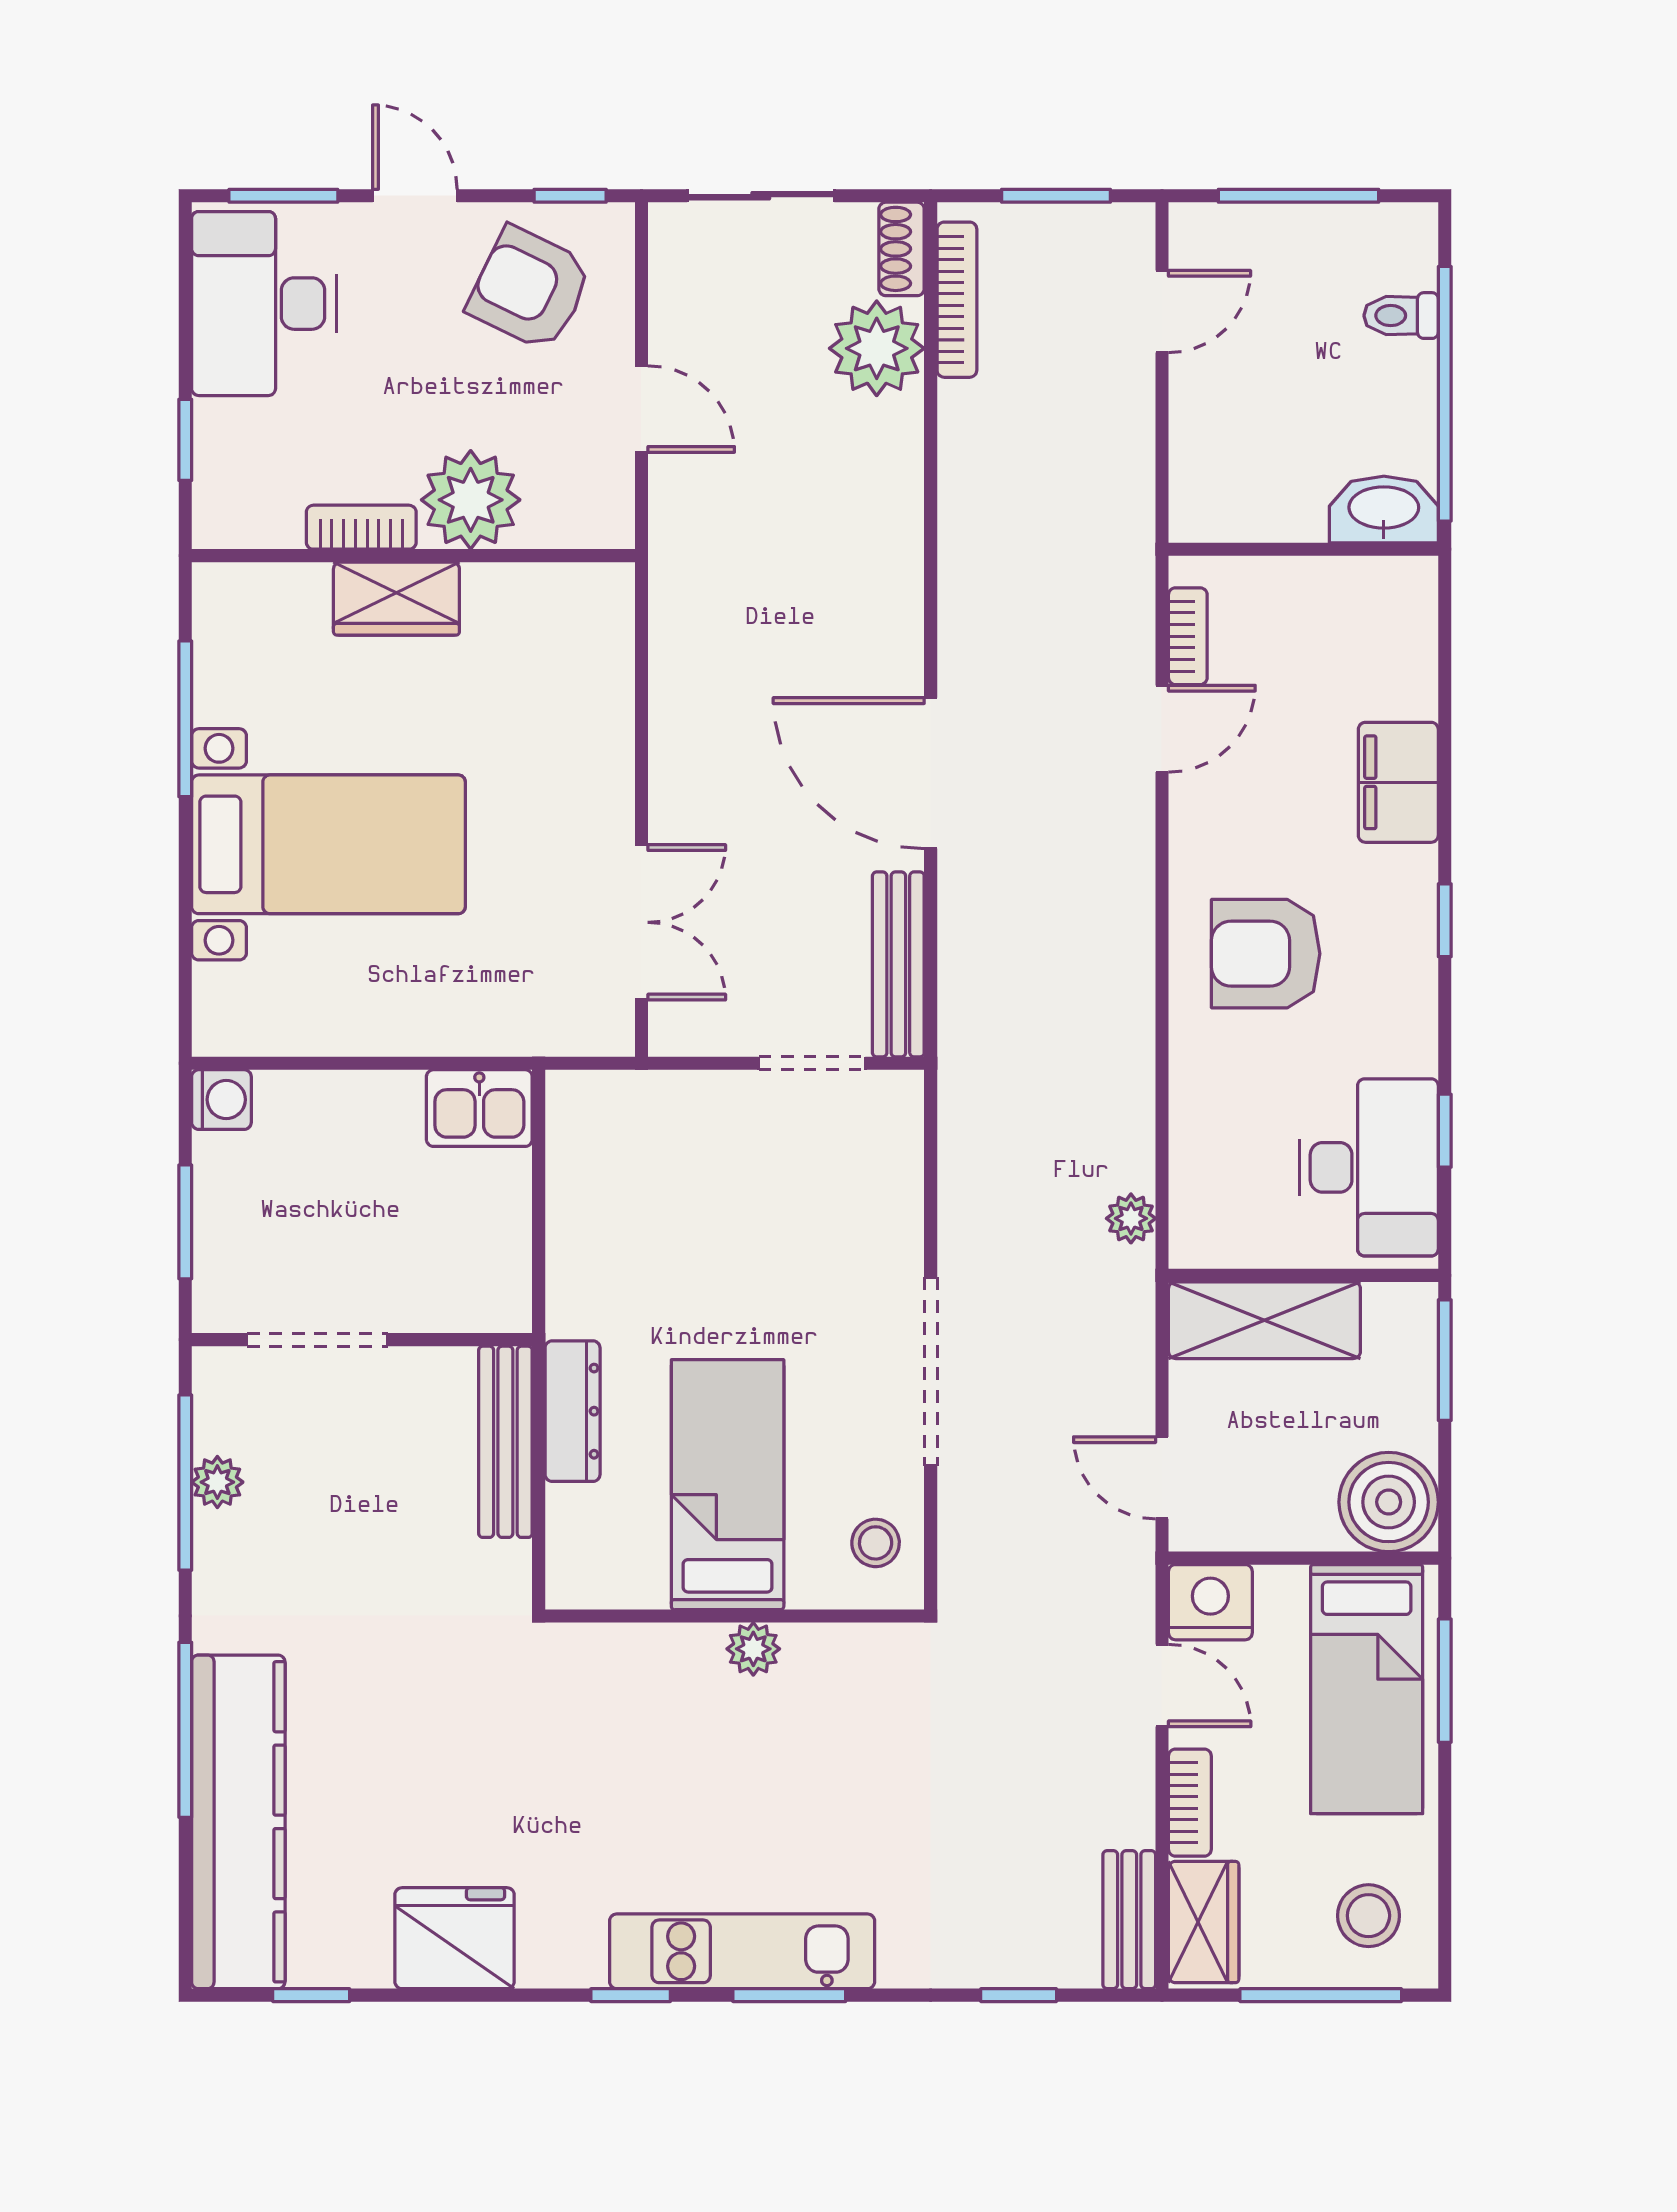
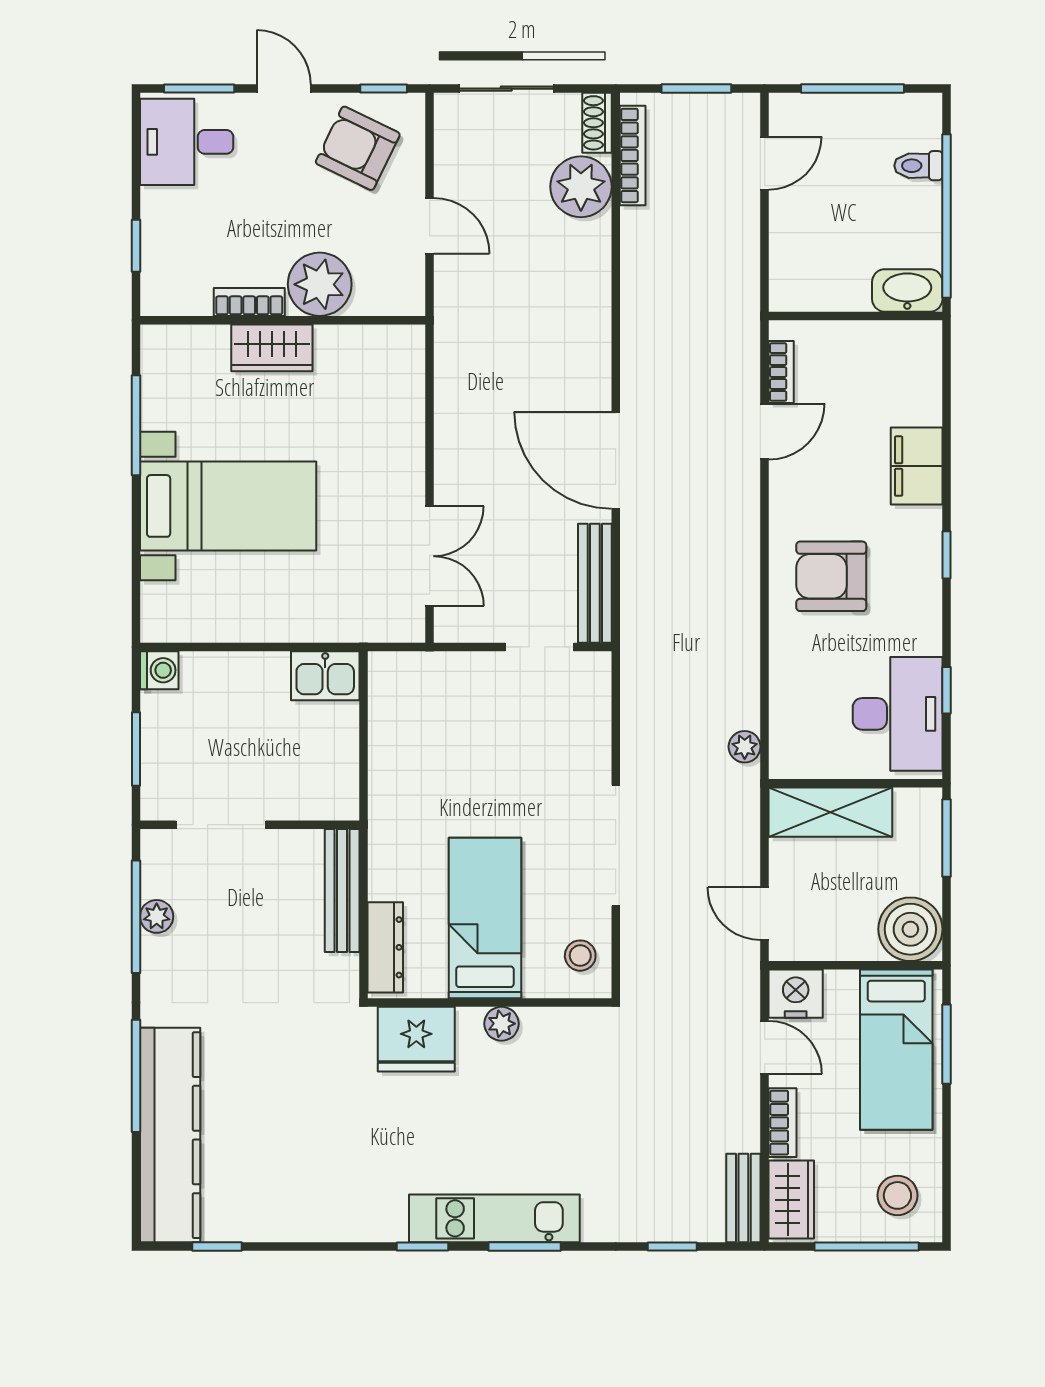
desk: (264, 304) -> (187, 142), width x0.73
dresser: (573, 1411) -> (385, 947), moved
fridge: (455, 1938) -> (416, 1039), moved, turned 180

